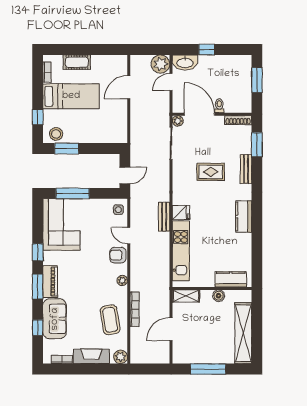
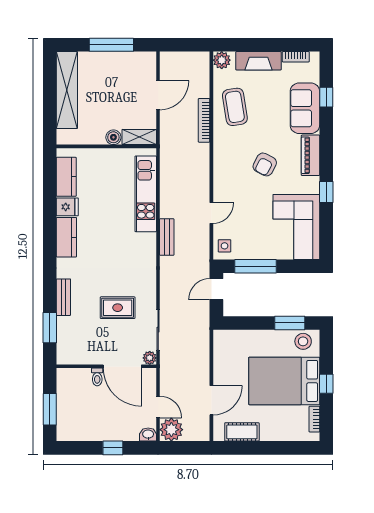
cot: (77, 62) -> (242, 432), moved
washbasin: (185, 62) -> (148, 434), width x0.52, depth x0.69
door: (171, 82) -> (158, 407), hinge flipped
bed: (71, 96) -> (284, 381), width x1.50
window: (38, 117) -> (326, 384), moved
shoe rack: (238, 120) -> (73, 359), removed
rug: (211, 172) -> (118, 308), moved
window: (73, 193) -> (256, 266), moved
fridge: (181, 213) -> (67, 207), moved, turned 180
door: (129, 236) -> (211, 213), hinge flipped
armchair: (118, 255) -> (265, 164), moved, turned 118
kitchen counter: (231, 279) -> (66, 177), moved, turned -90
plant: (122, 281) -> (220, 156), removed
window: (38, 287) -> (326, 149), removed
boiler: (219, 296) -> (113, 137), moved

